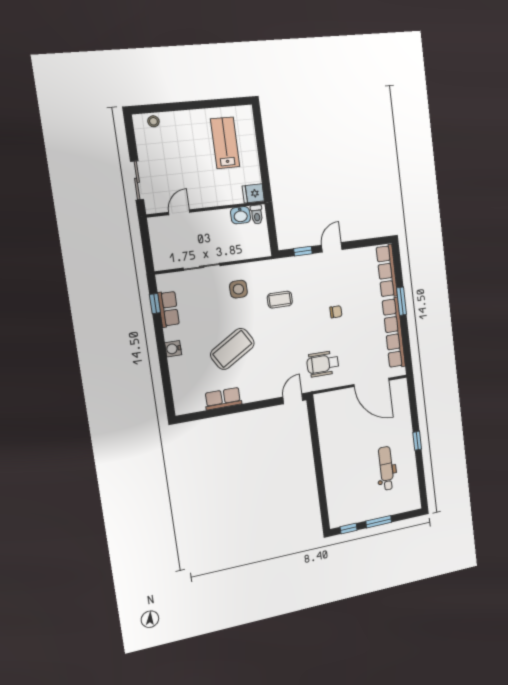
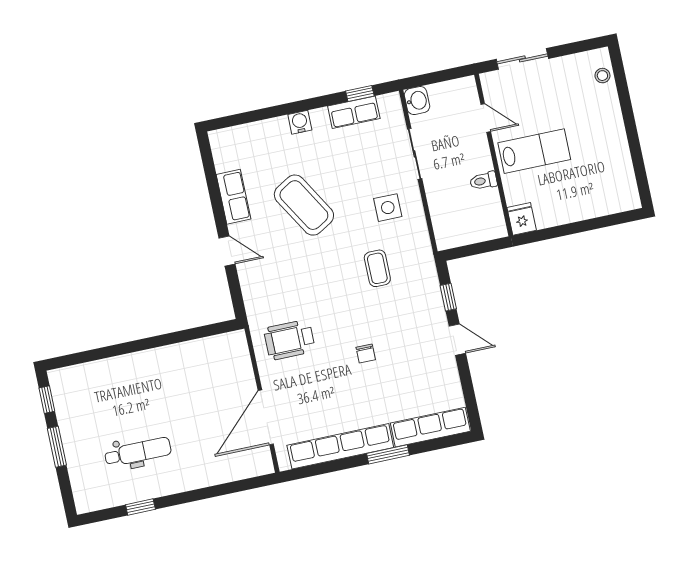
lab bench: (225, 143) -> (534, 151), moved
washbasin: (241, 215) -> (417, 101), moved, turned 180
toilet: (257, 215) -> (483, 181), moved
wheelchair: (323, 364) -> (289, 340), turned -90
door: (293, 399) -> (227, 251), moved
window: (417, 441) -> (140, 507), moved

